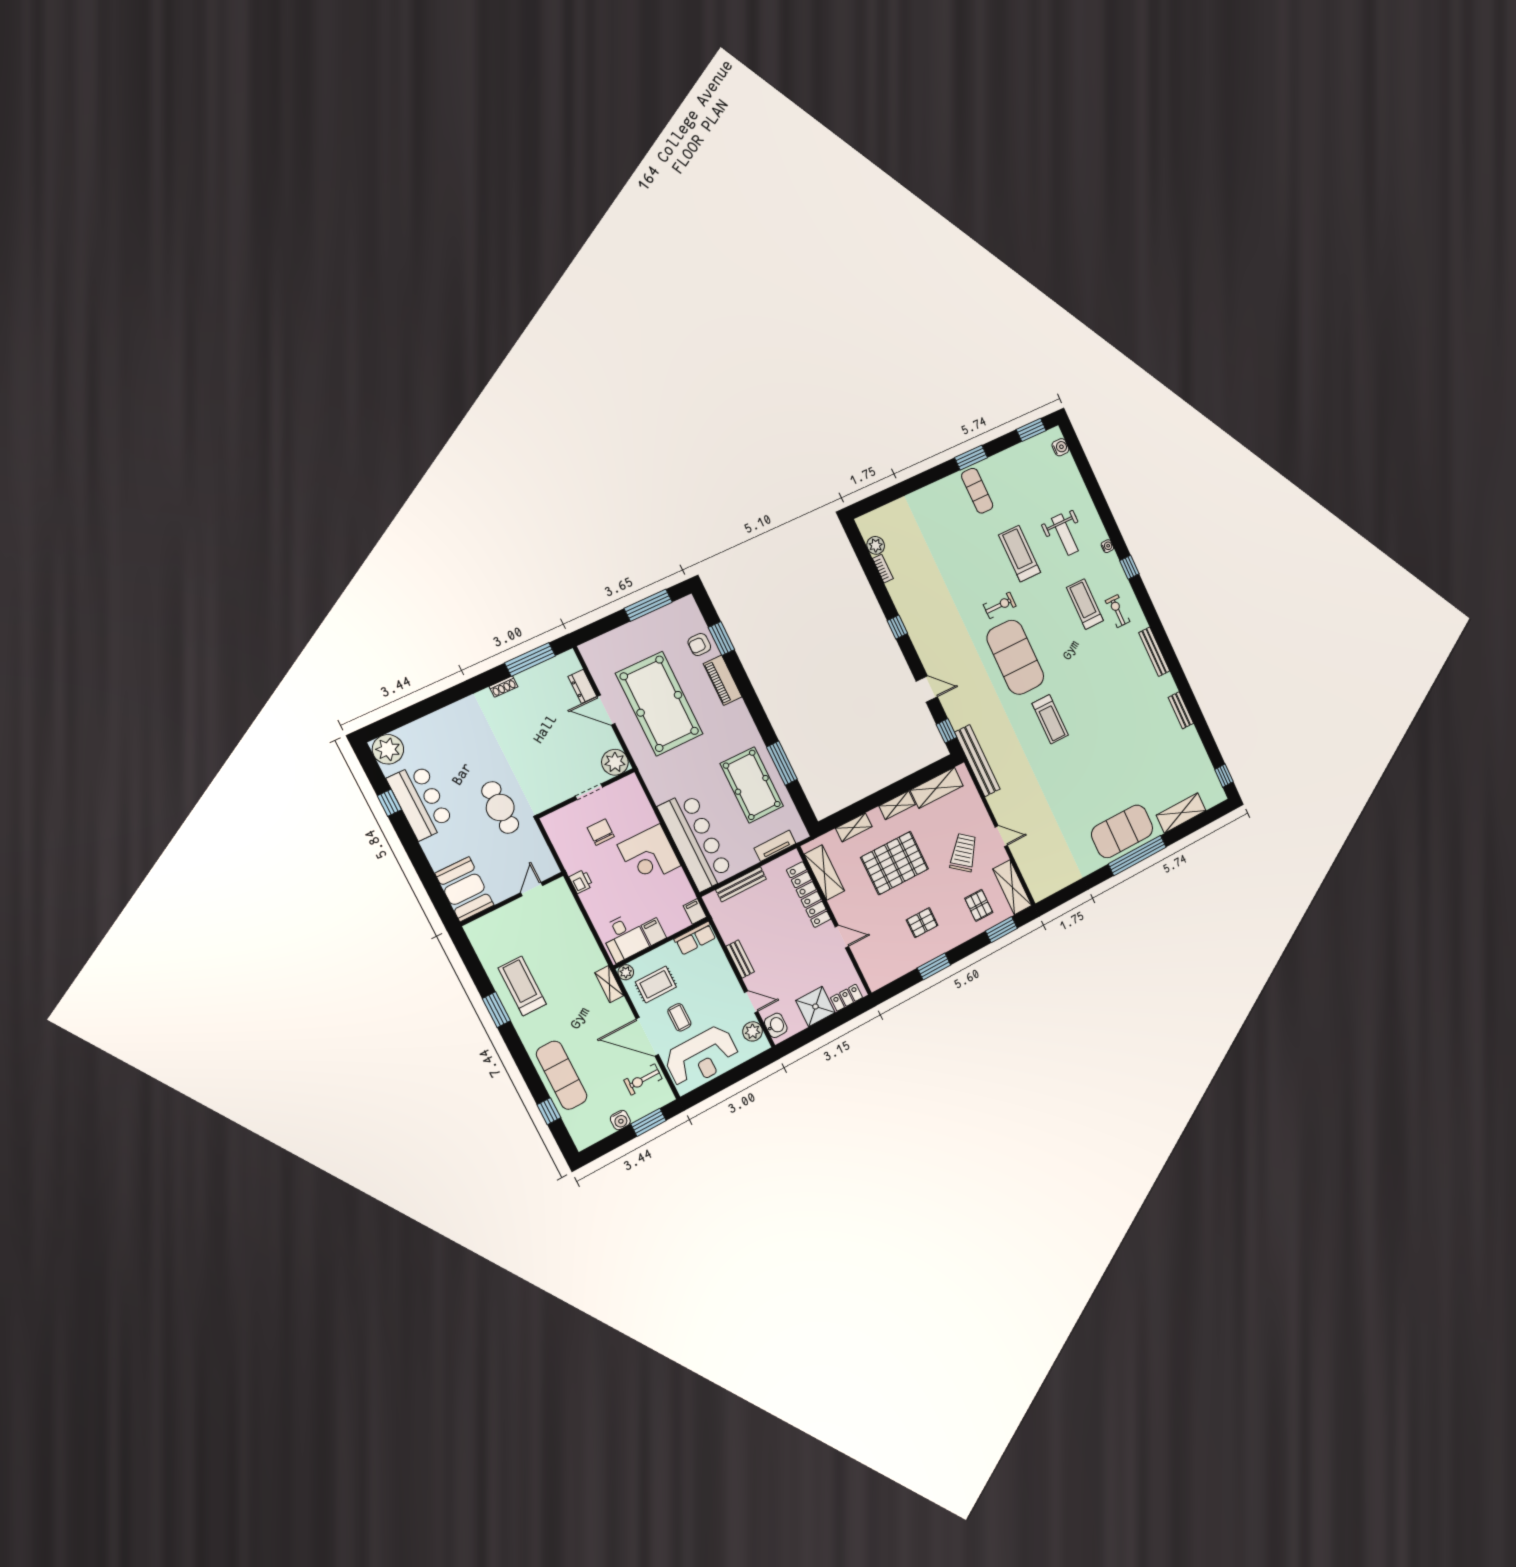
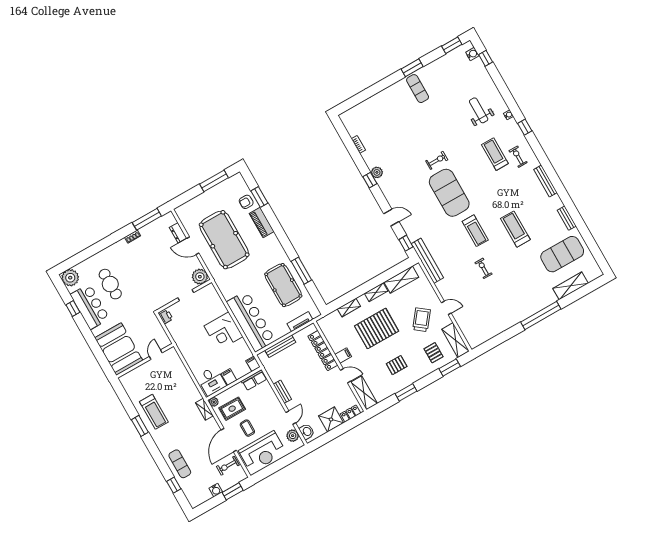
weight bench: (1065, 535) -> (479, 110), turned 180
plant: (876, 545) -> (377, 172), moved
treadmill: (1020, 554) -> (515, 229), moved
window: (1224, 776) -> (486, 58), moved
exercise bike: (1059, 778) -> (483, 268), added
cafe table: (500, 808) -> (110, 284), moved
exercise mat: (1122, 831) -> (562, 254), moved
chair: (601, 832) -> (194, 319), removed
shelving: (824, 873) -> (364, 393), moved
printer: (581, 881) -> (166, 317), moved
booth: (464, 889) -> (119, 349), width x1.36, depth x1.42
filing cabinet: (840, 904) -> (343, 356), added
treadmill: (522, 986) -> (154, 412), turned 180
door: (751, 1002) -> (291, 418), hinge flipped
door: (647, 1037) -> (229, 440), hinge flipped
exercise mat: (562, 1075) -> (180, 464), width x0.73, depth x0.69

